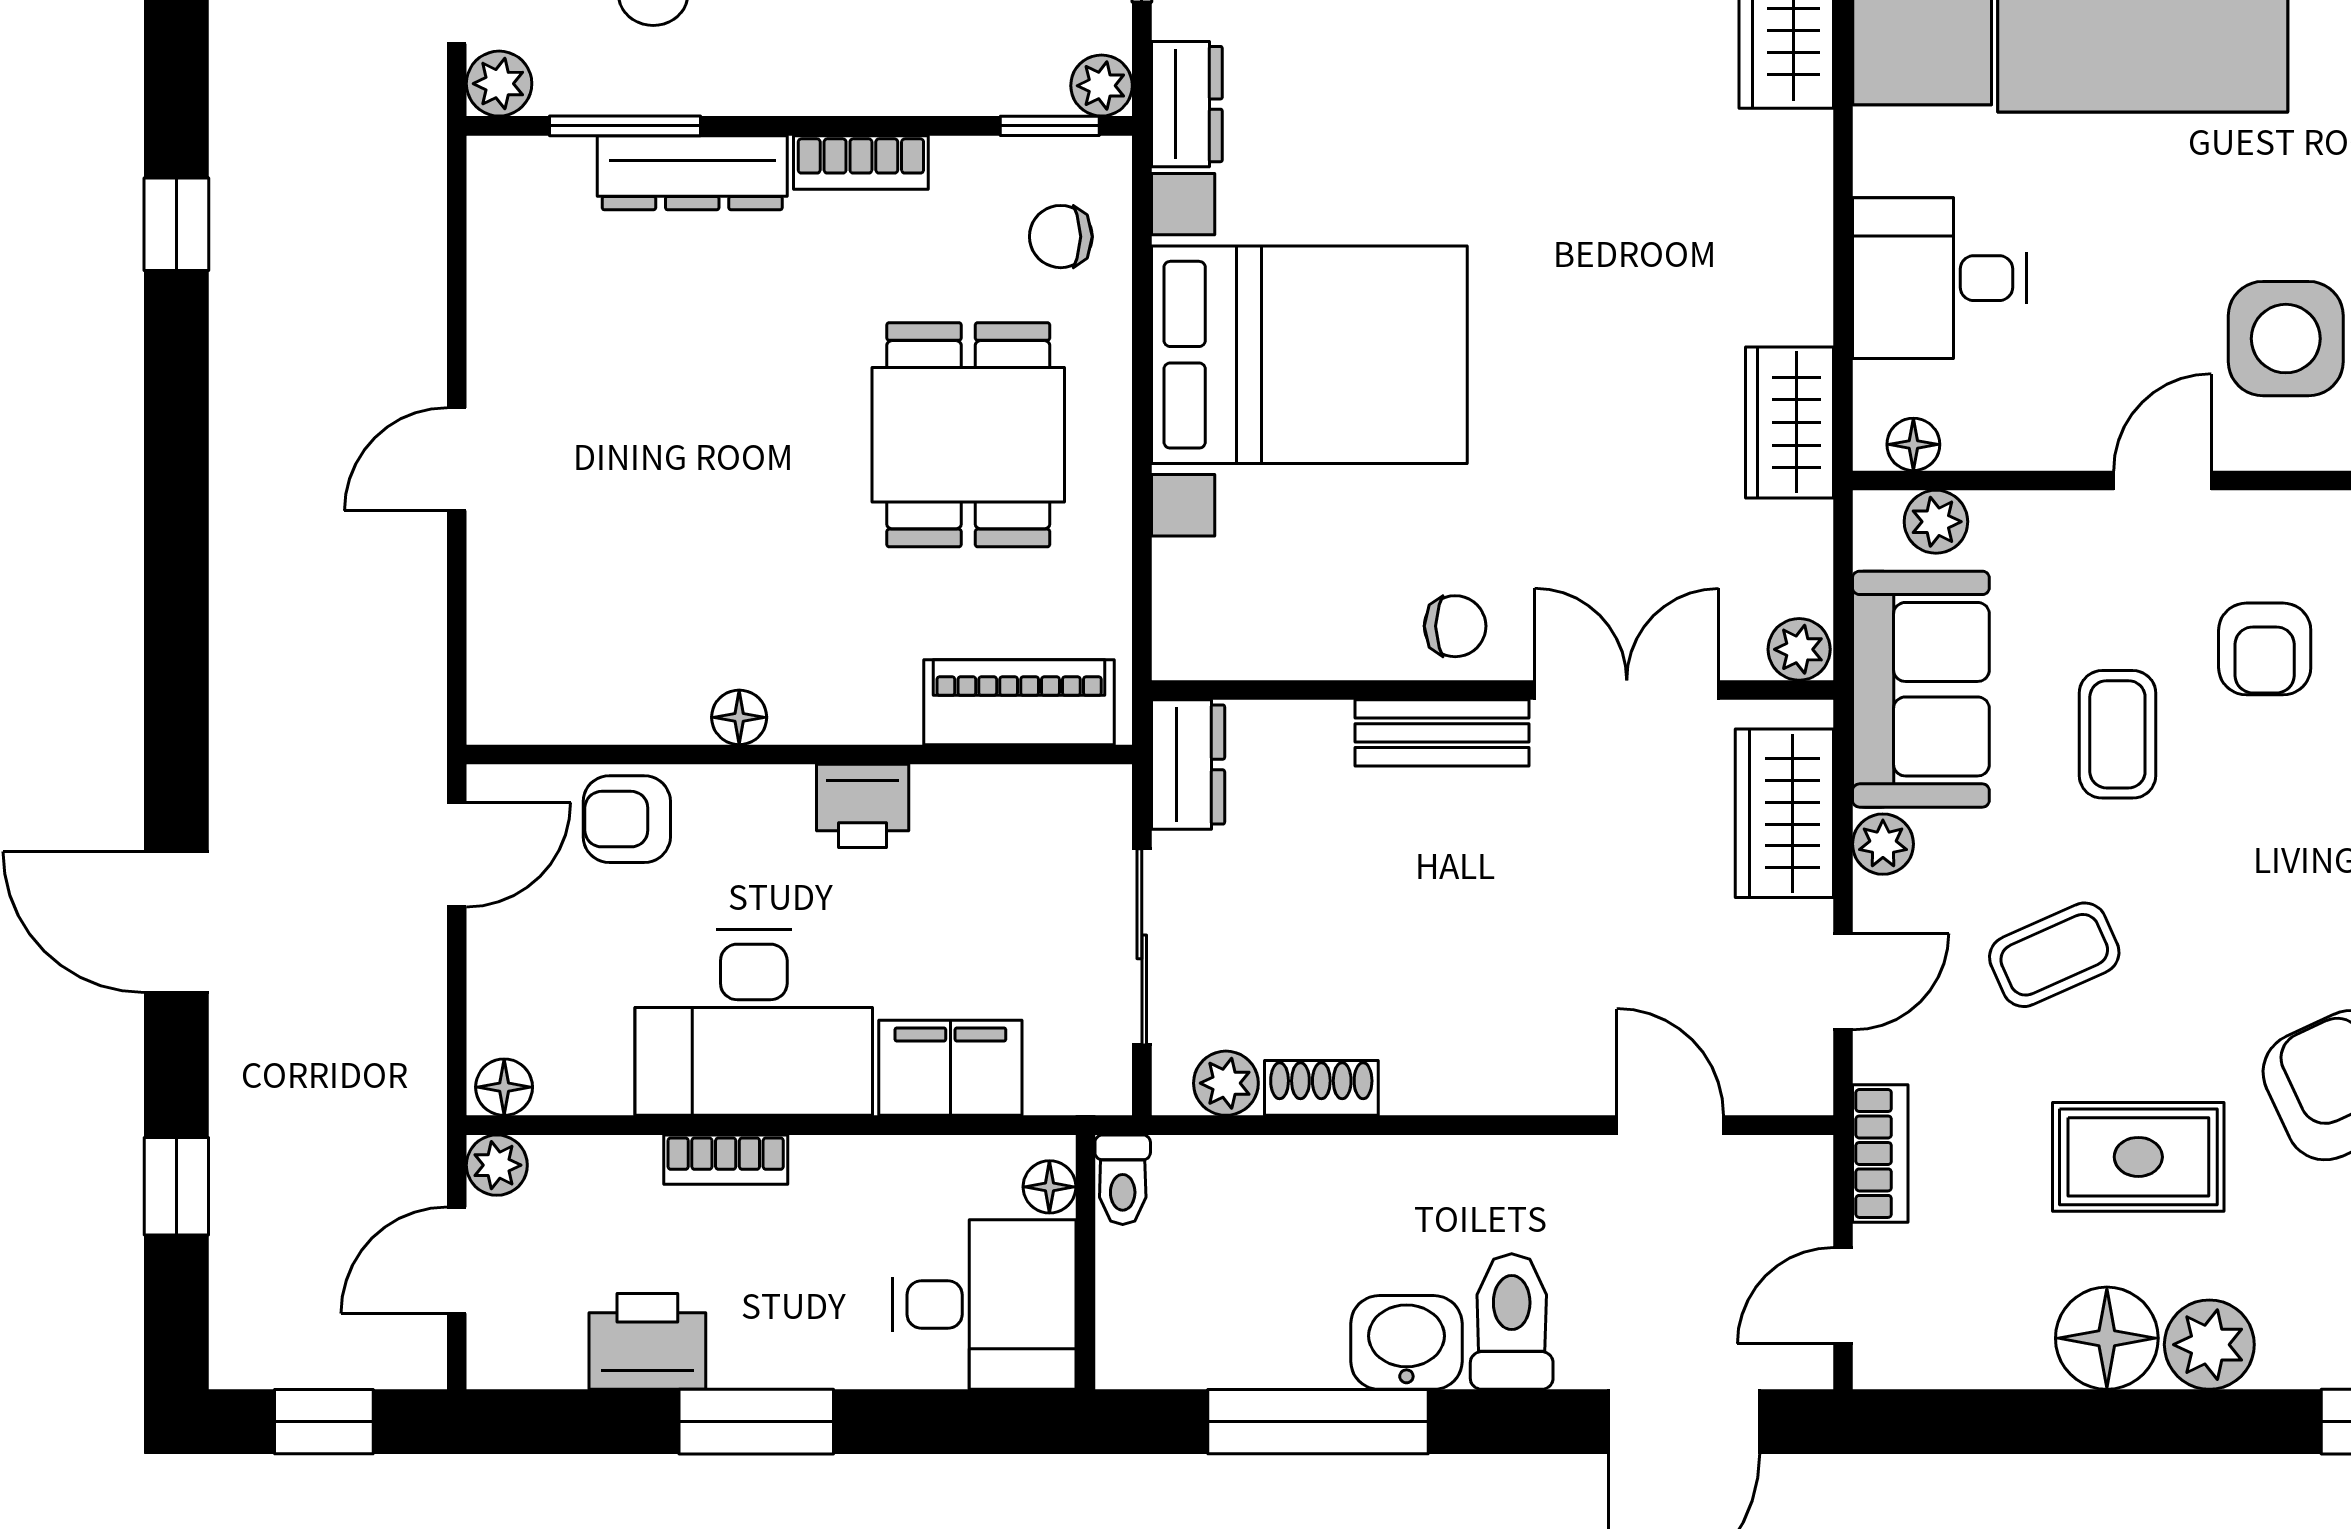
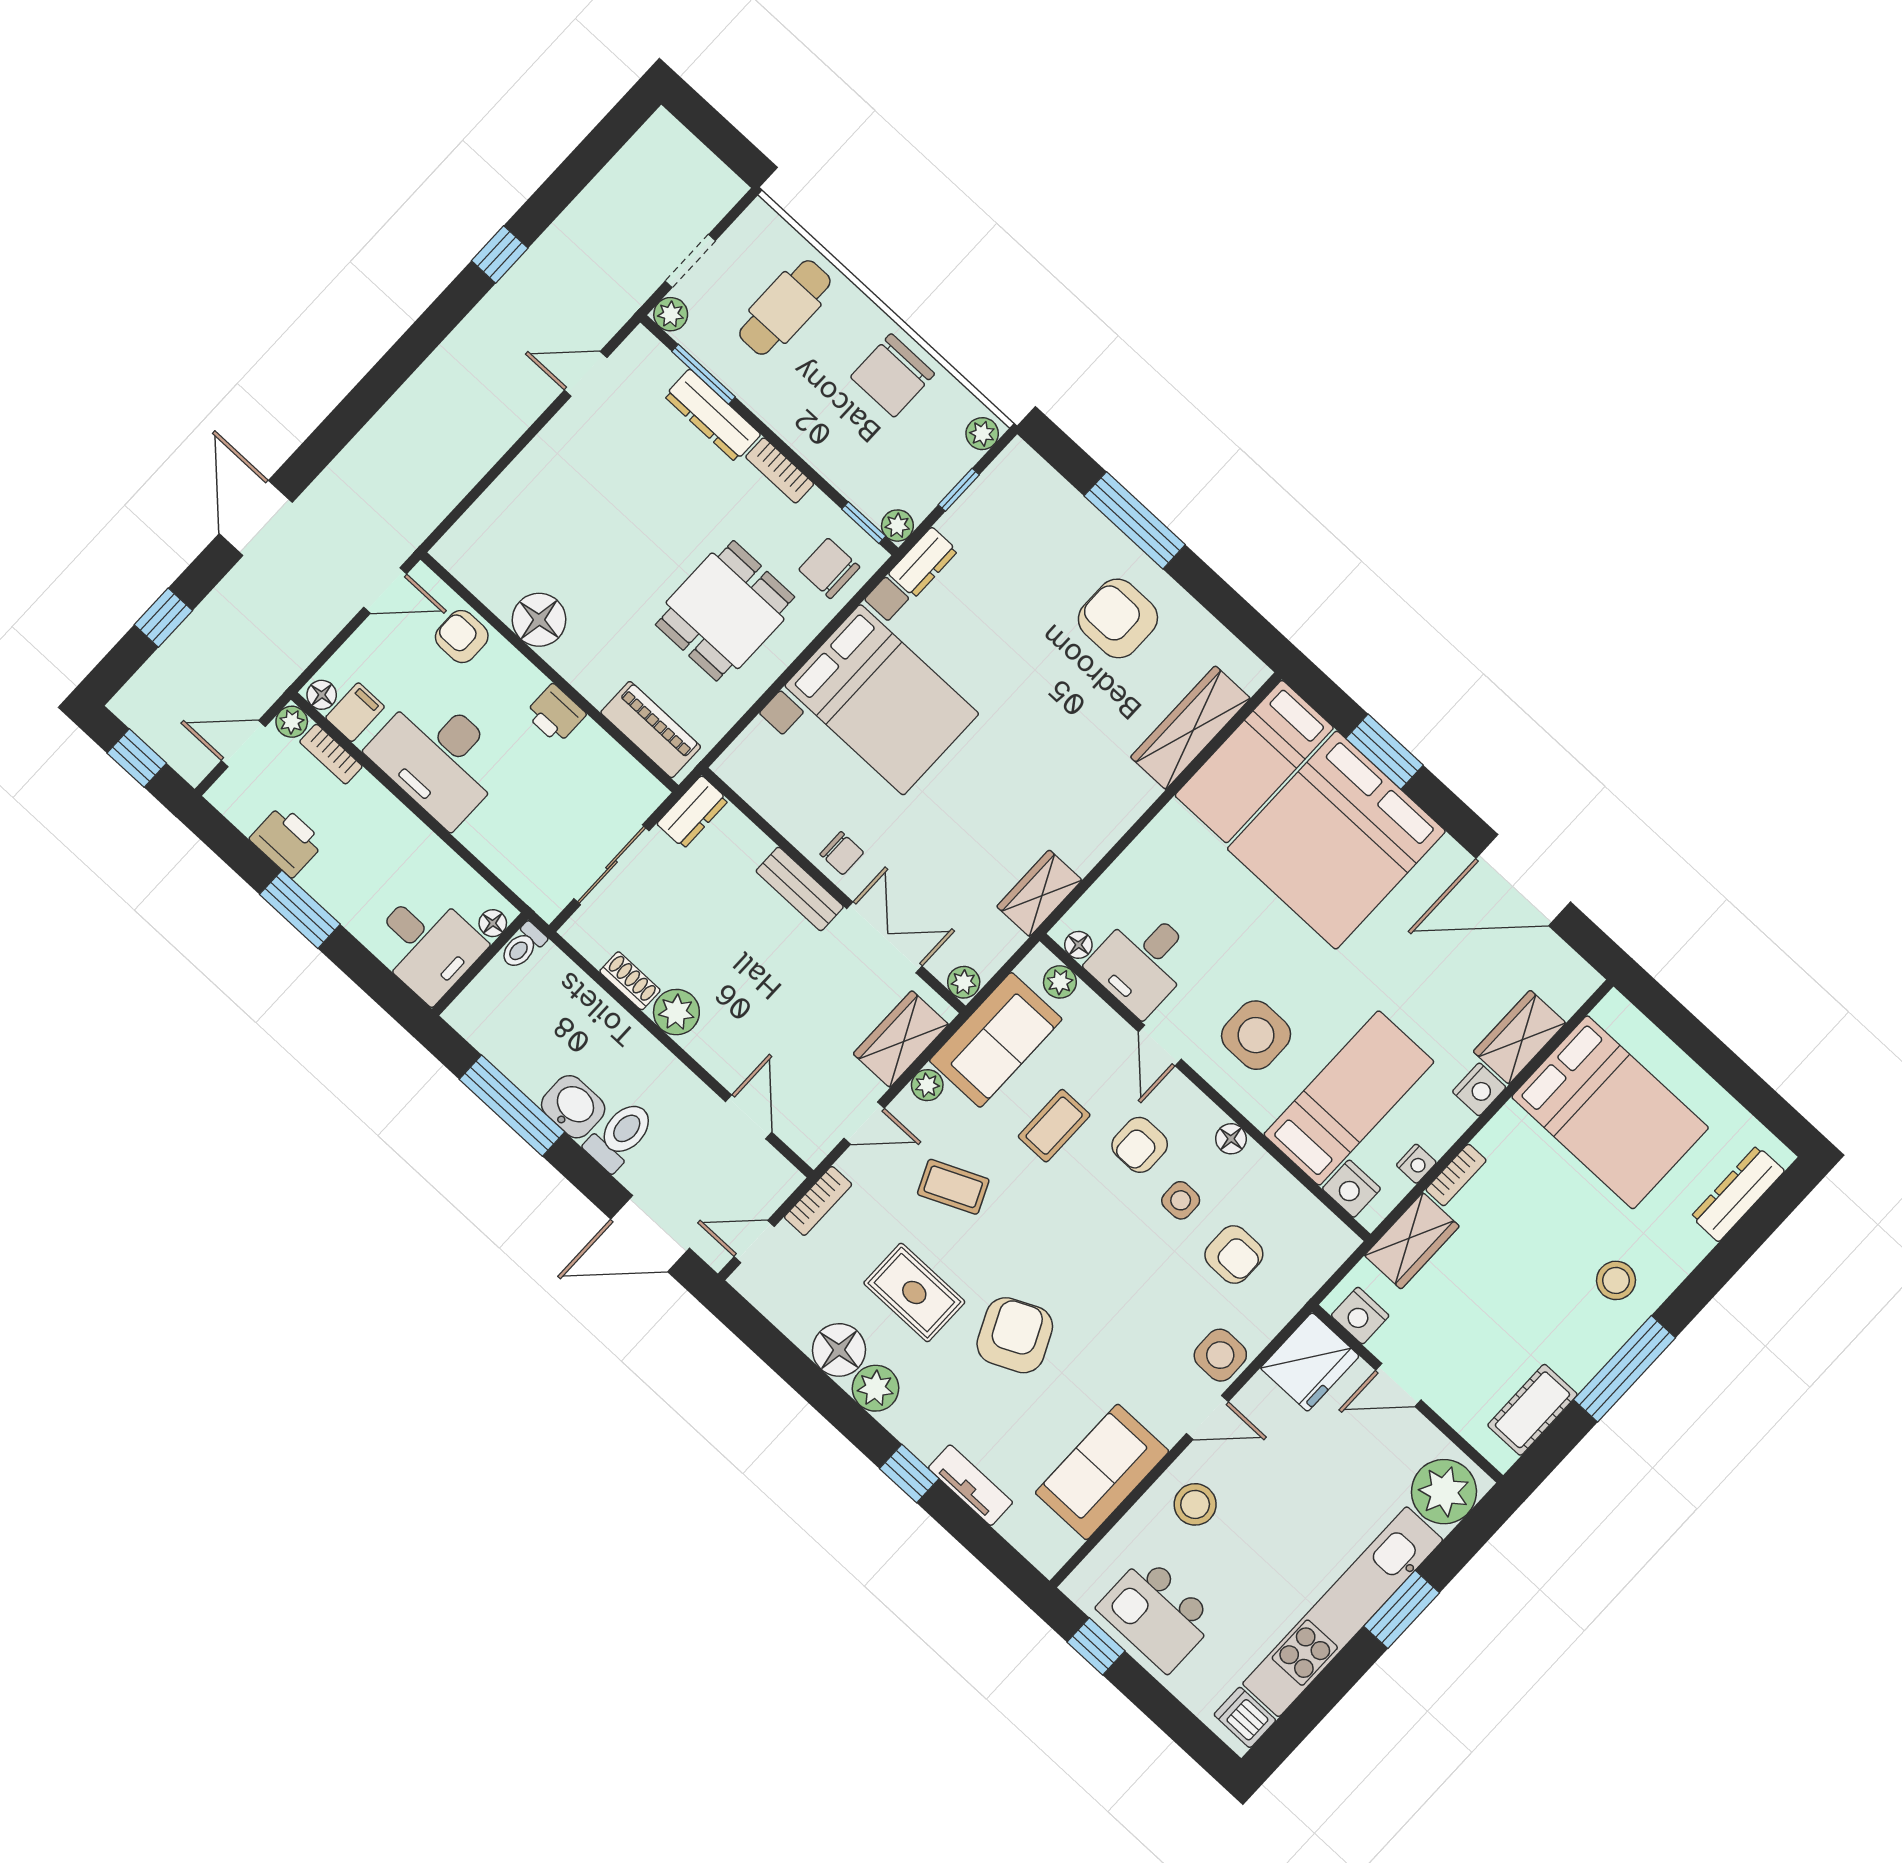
chair: (1061, 237) -> (829, 568), width x1.37, depth x1.37
desk: (1940, 278) -> (1142, 962), moved, turned -90
door: (457, 459) -> (586, 374), moved
door: (2162, 480) -> (1160, 1046), swing flipped
floor lamp: (739, 717) -> (539, 620), width x1.89, depth x1.89
filing cabinet: (950, 1068) -> (355, 712), moved, width x0.50
plant: (1226, 1083) -> (676, 1012), moved, width x1.38, depth x1.38
bookcase: (726, 1160) -> (331, 754), moved

